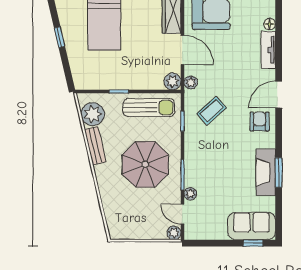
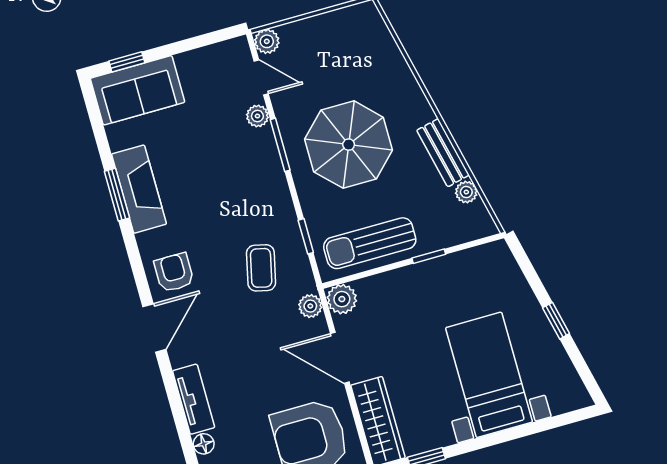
coffee table: (212, 111) -> (261, 268), turned -35
plant: (93, 114) -> (466, 192), width x0.53, depth x0.53
armchair: (260, 122) -> (174, 273), turned 180

